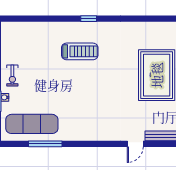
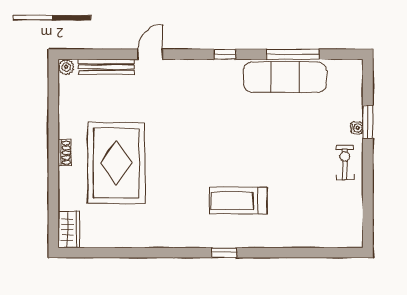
exercise mat: (32, 124) -> (285, 77), moved
window: (88, 144) -> (225, 54), added

